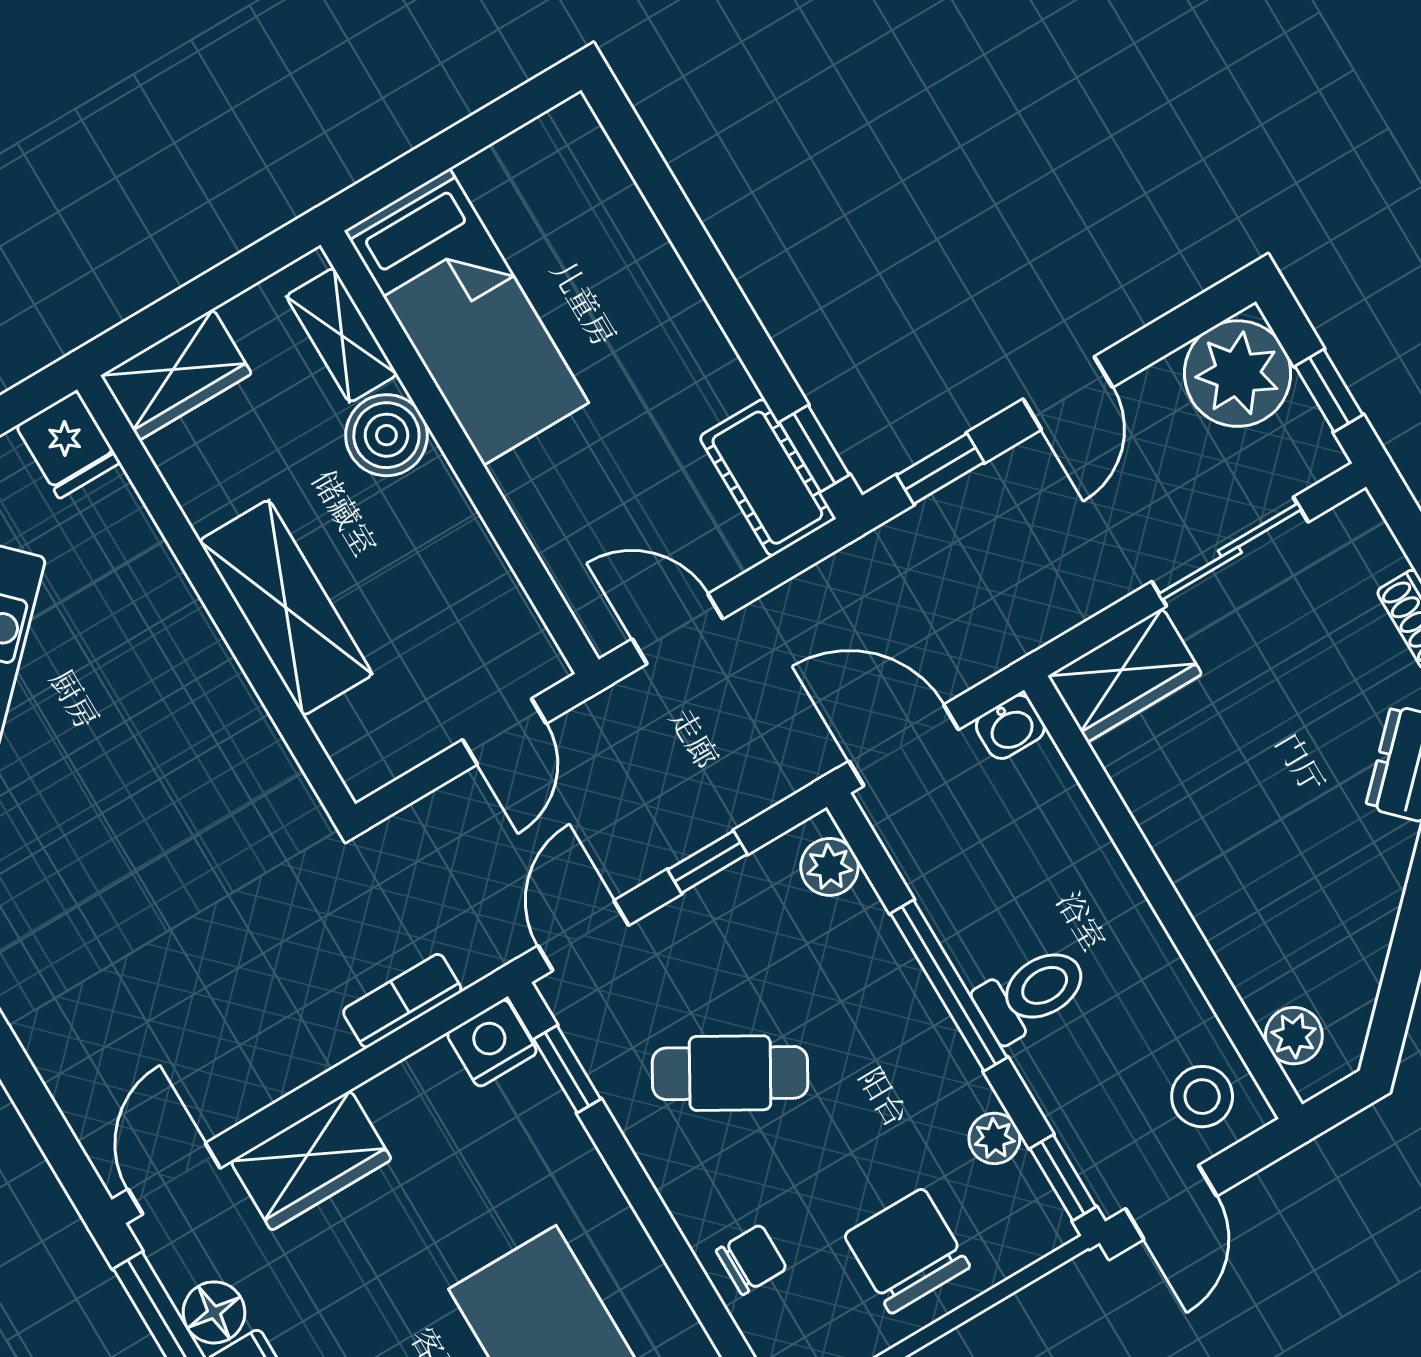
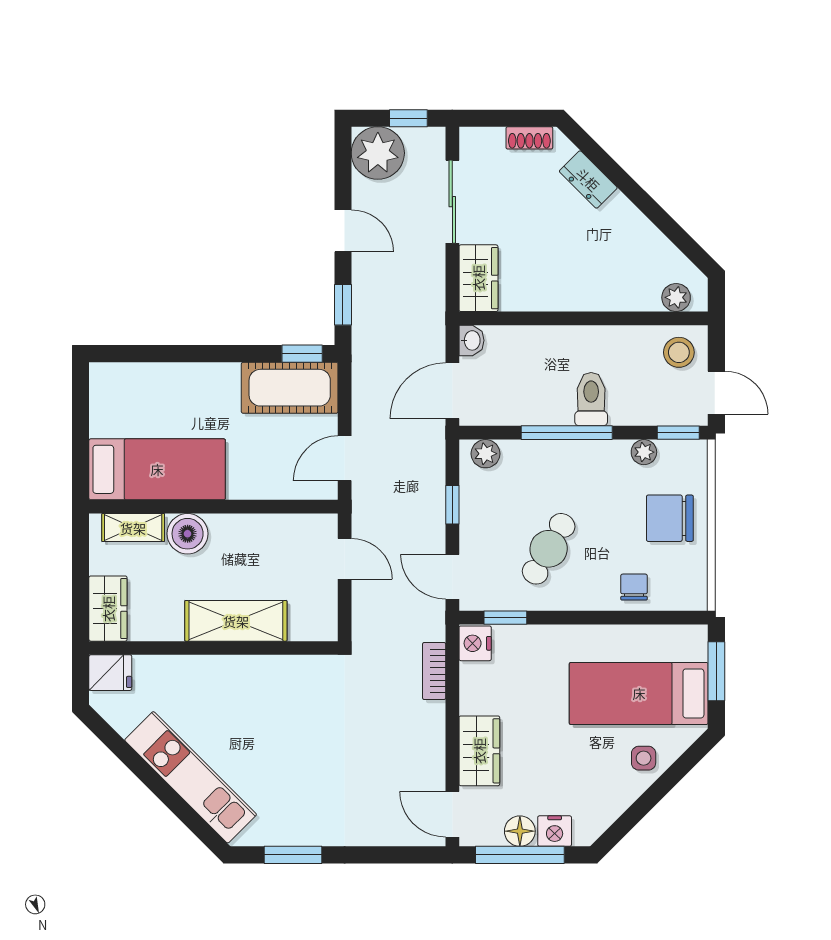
cot: (767, 478) -> (290, 388), width x1.37, depth x1.34

